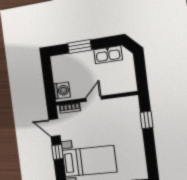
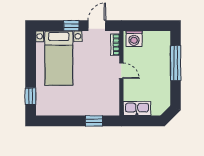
window: (80, 47) -> (176, 63), width x1.44
kitchen sink: (108, 55) -> (137, 109), moved, turned 90

